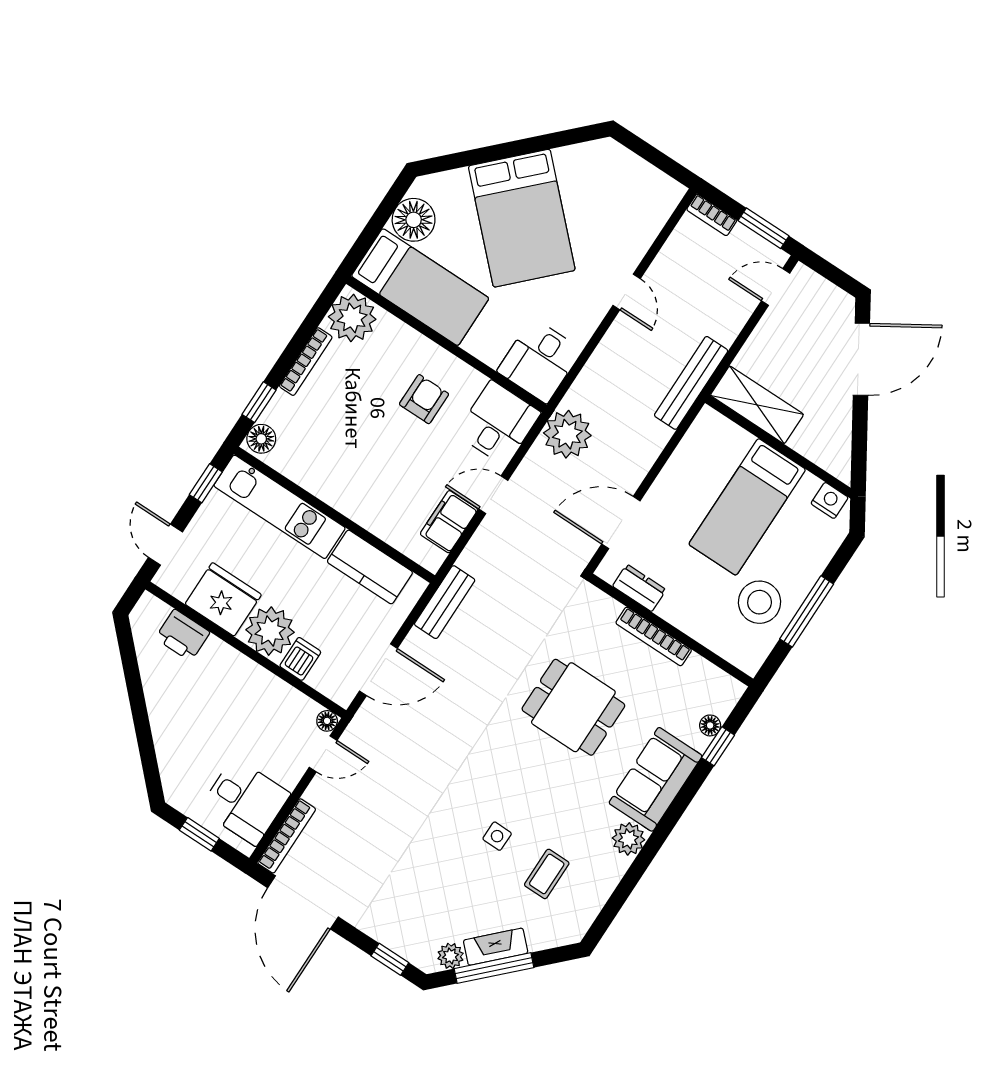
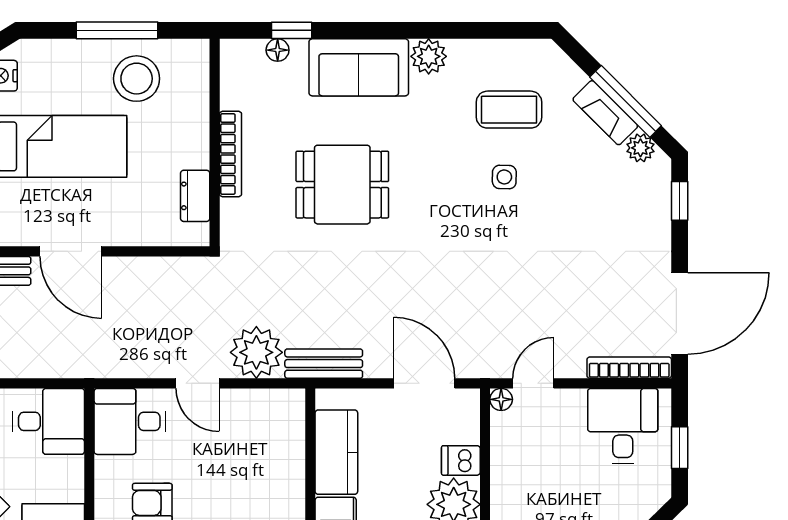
plant: (567, 434) -> (256, 352), moved
filing cabinet: (449, 522) -> (248, 407), removed
door: (621, 522) -> (71, 251), moved
dining table: (573, 707) -> (342, 185), turned 90
door: (323, 754) -> (533, 383), hinge flipped
coffee table: (547, 874) -> (509, 110), width x1.36, depth x1.30

